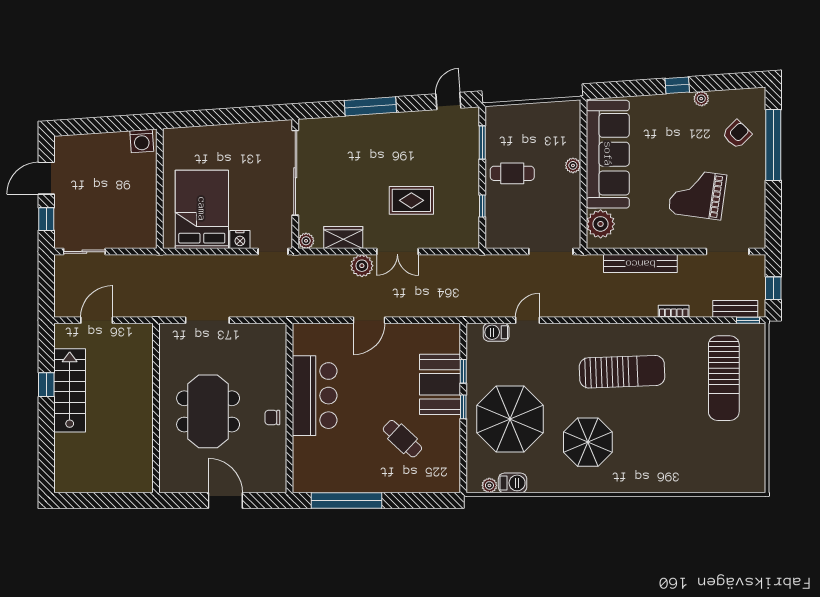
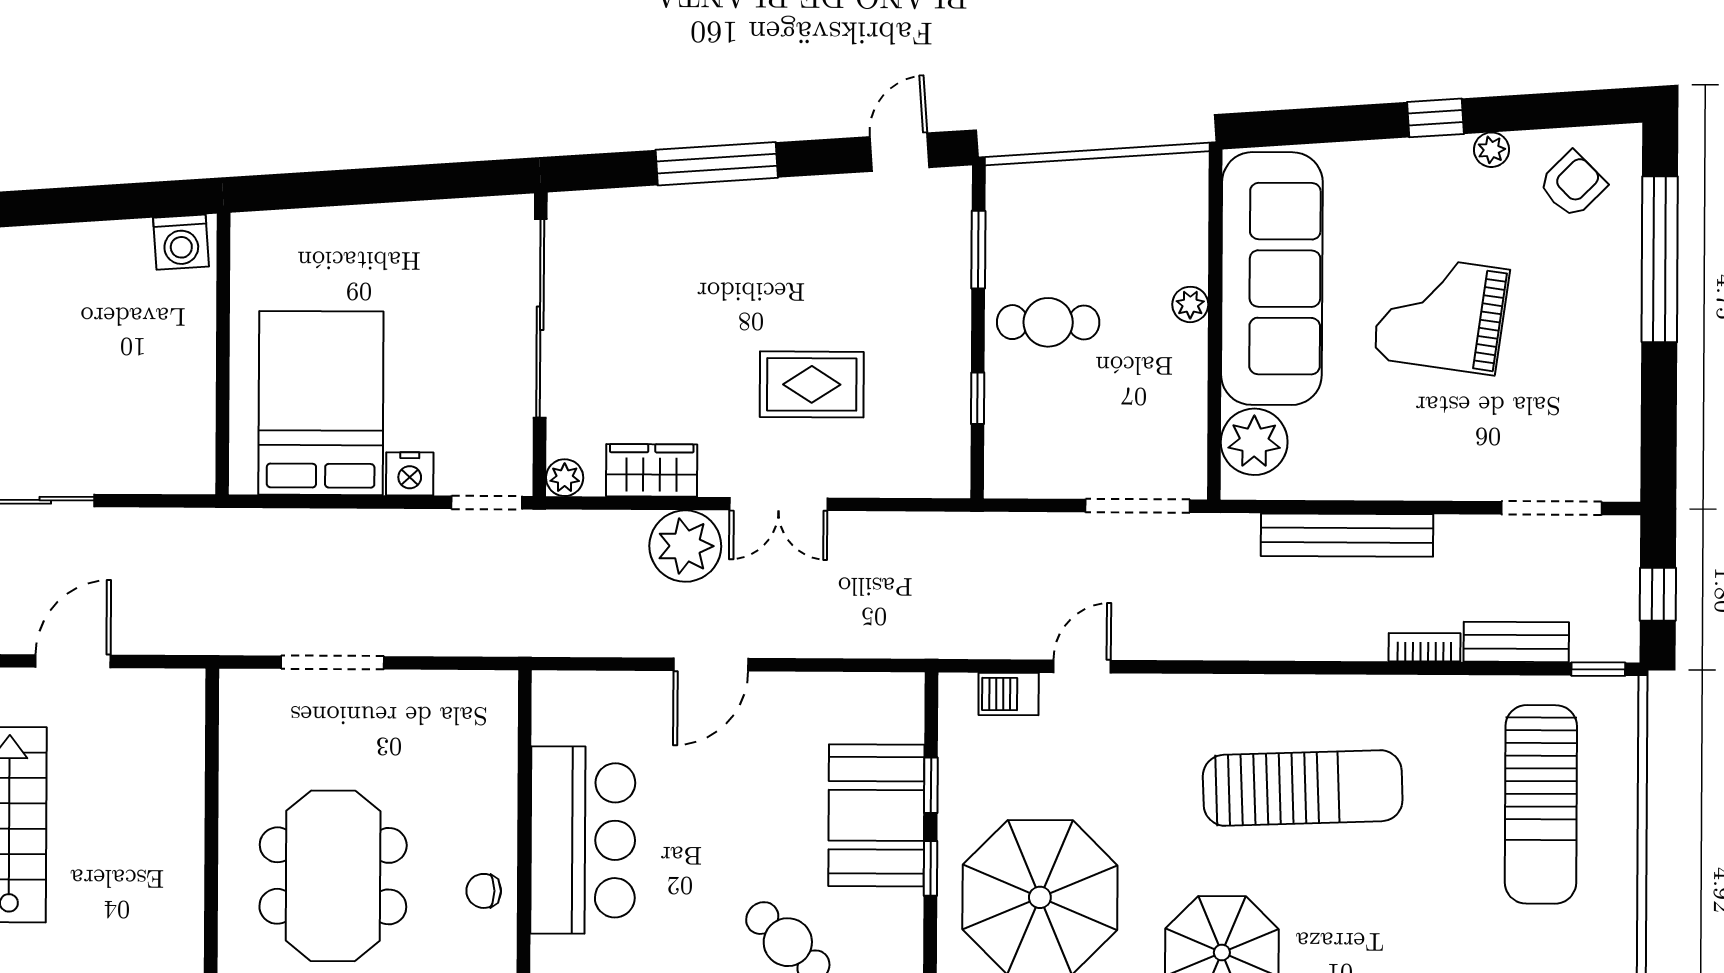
armchair: (737, 134) -> (1572, 184), moved
grand piano: (697, 194) -> (1441, 314), moved
plant: (362, 266) -> (685, 546), width x1.36, depth x1.36
bench: (735, 309) -> (1516, 642), moved

